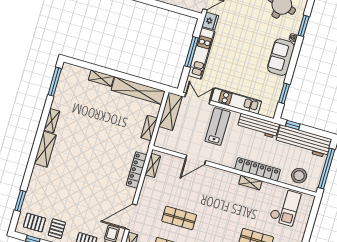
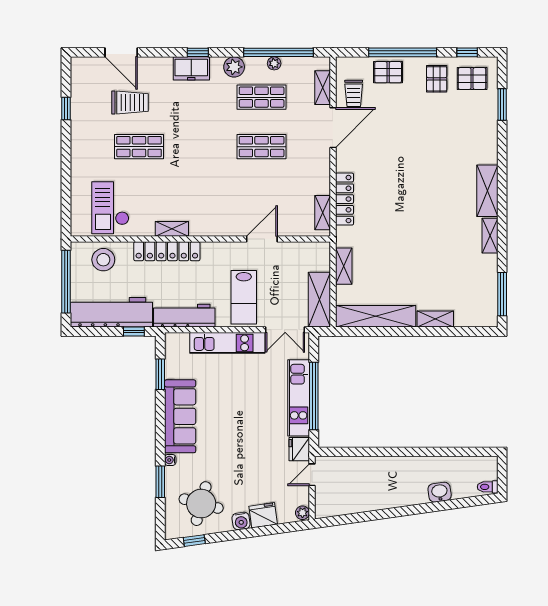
window: (192, 52) -> (314, 396), width x1.46
sofa: (281, 57) -> (180, 416), width x1.36

